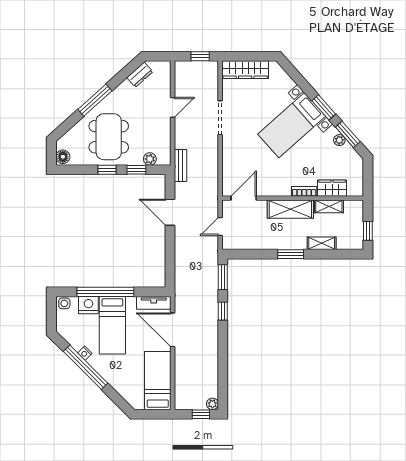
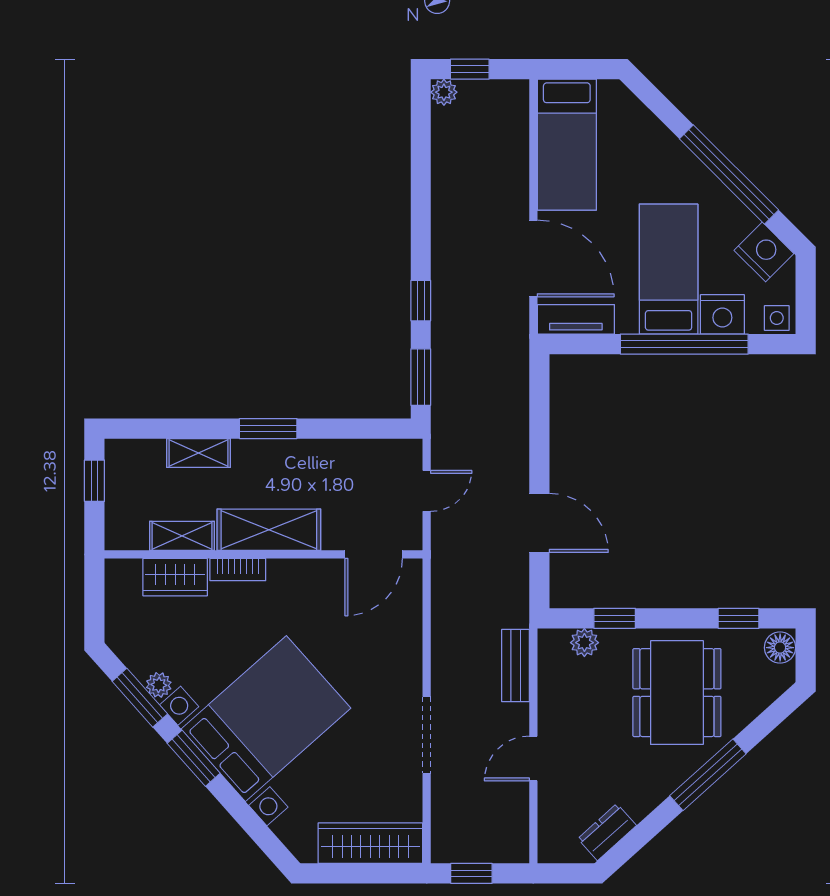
bed with nightstands: (292, 125) -> (266, 719), width x1.36
bench: (181, 165) -> (515, 665), moved
window: (107, 170) -> (739, 618), moved
nightstand: (85, 353) -> (764, 252), moved, width x1.89, depth x1.79

